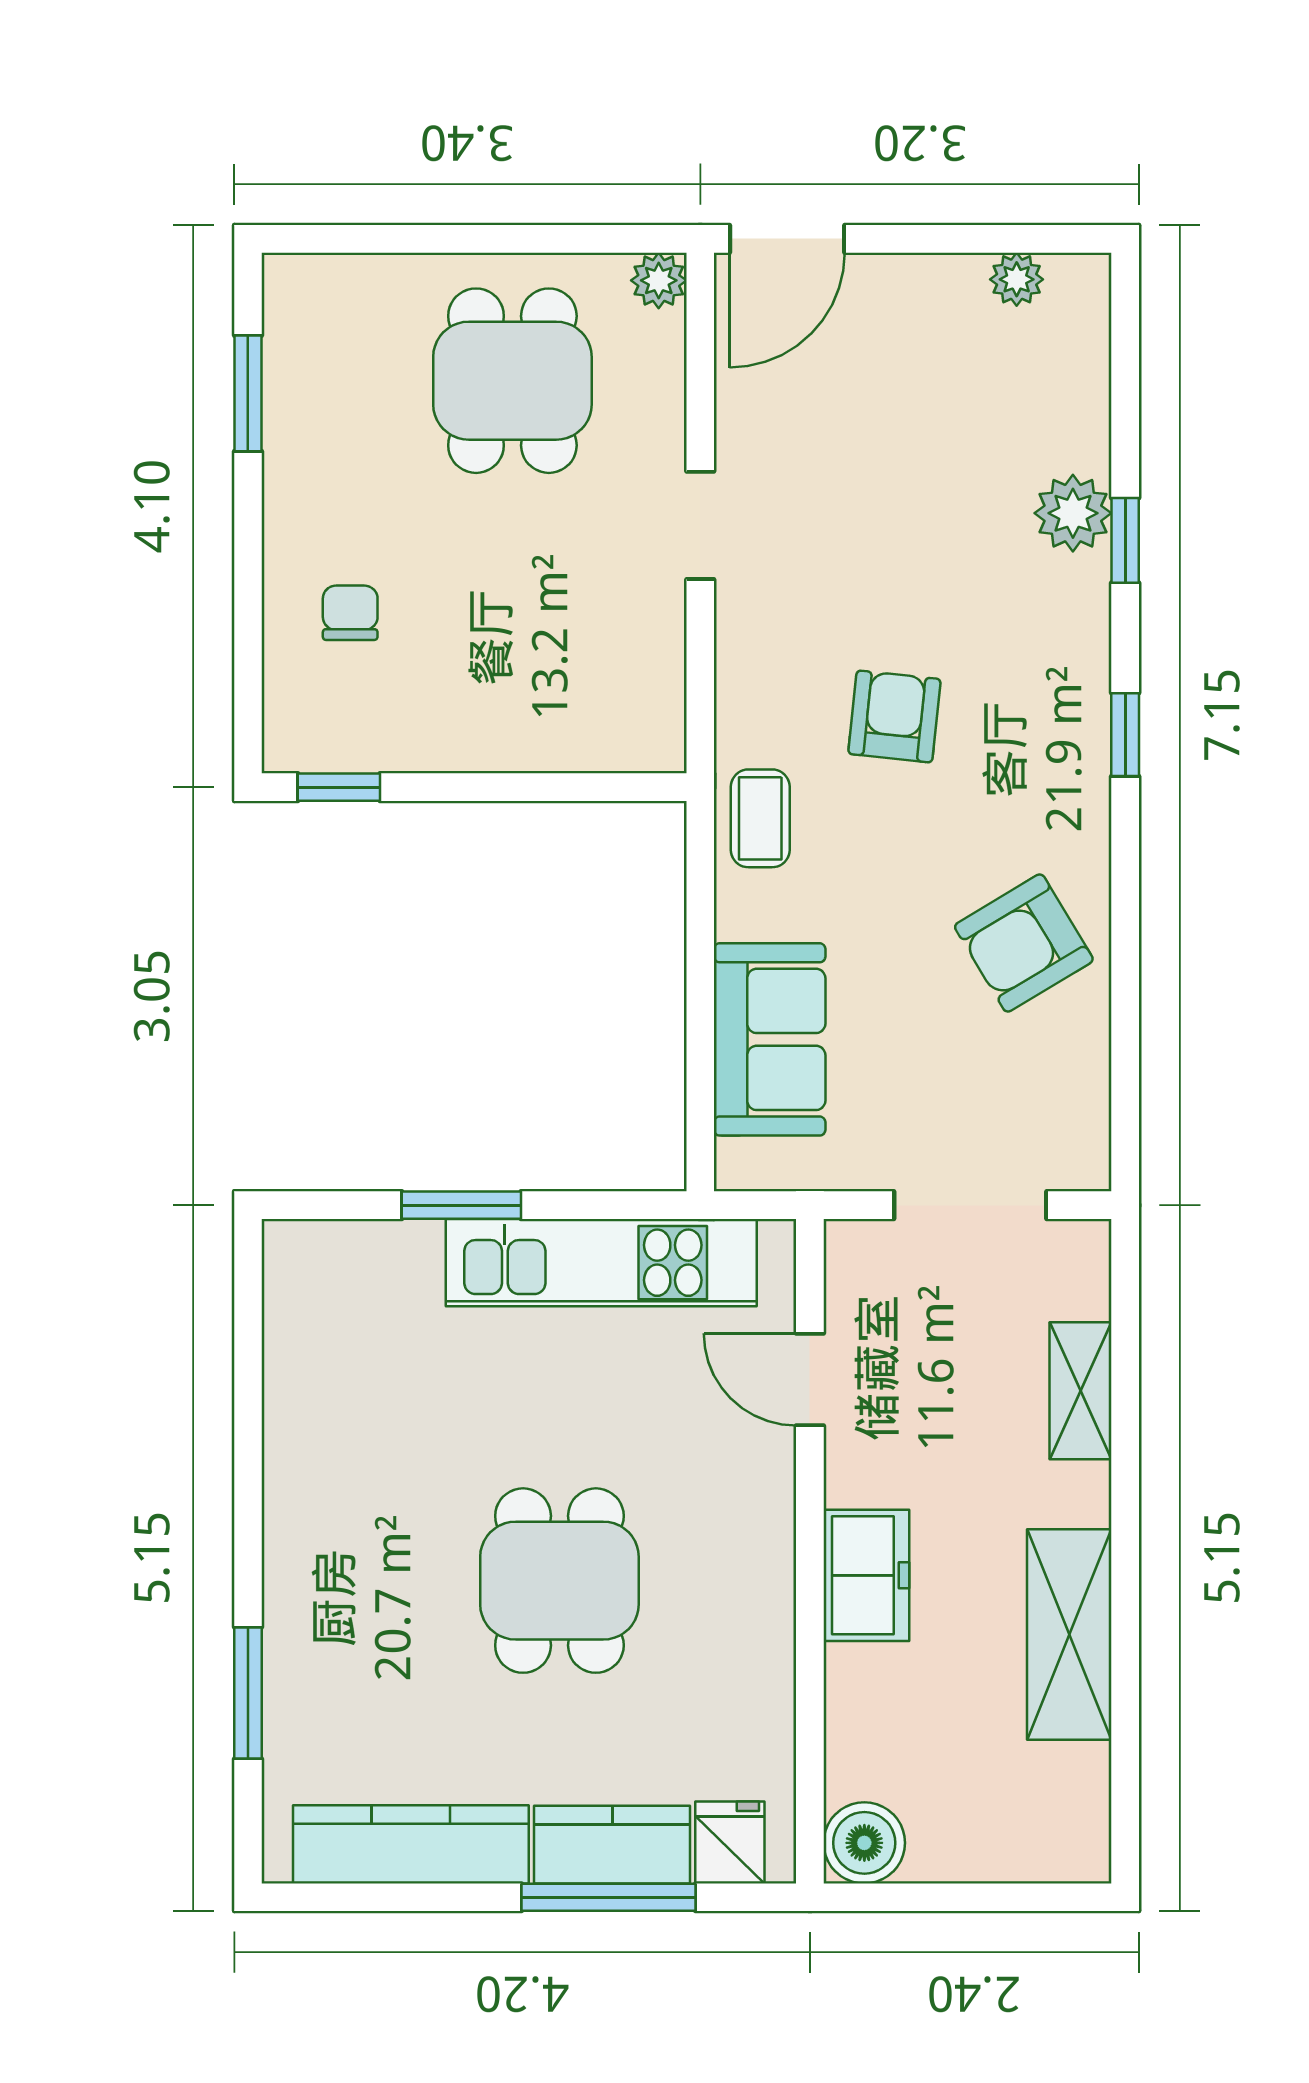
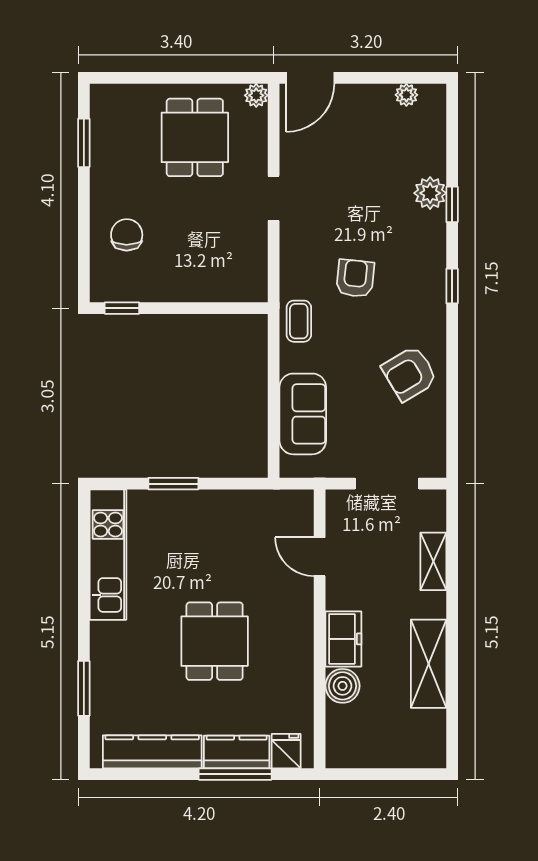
chair: (350, 613) -> (127, 235), width x1.37, depth x1.37
kitchen unit: (601, 1263) -> (108, 555), moved, turned -90
boiler: (864, 1843) -> (343, 686), moved

